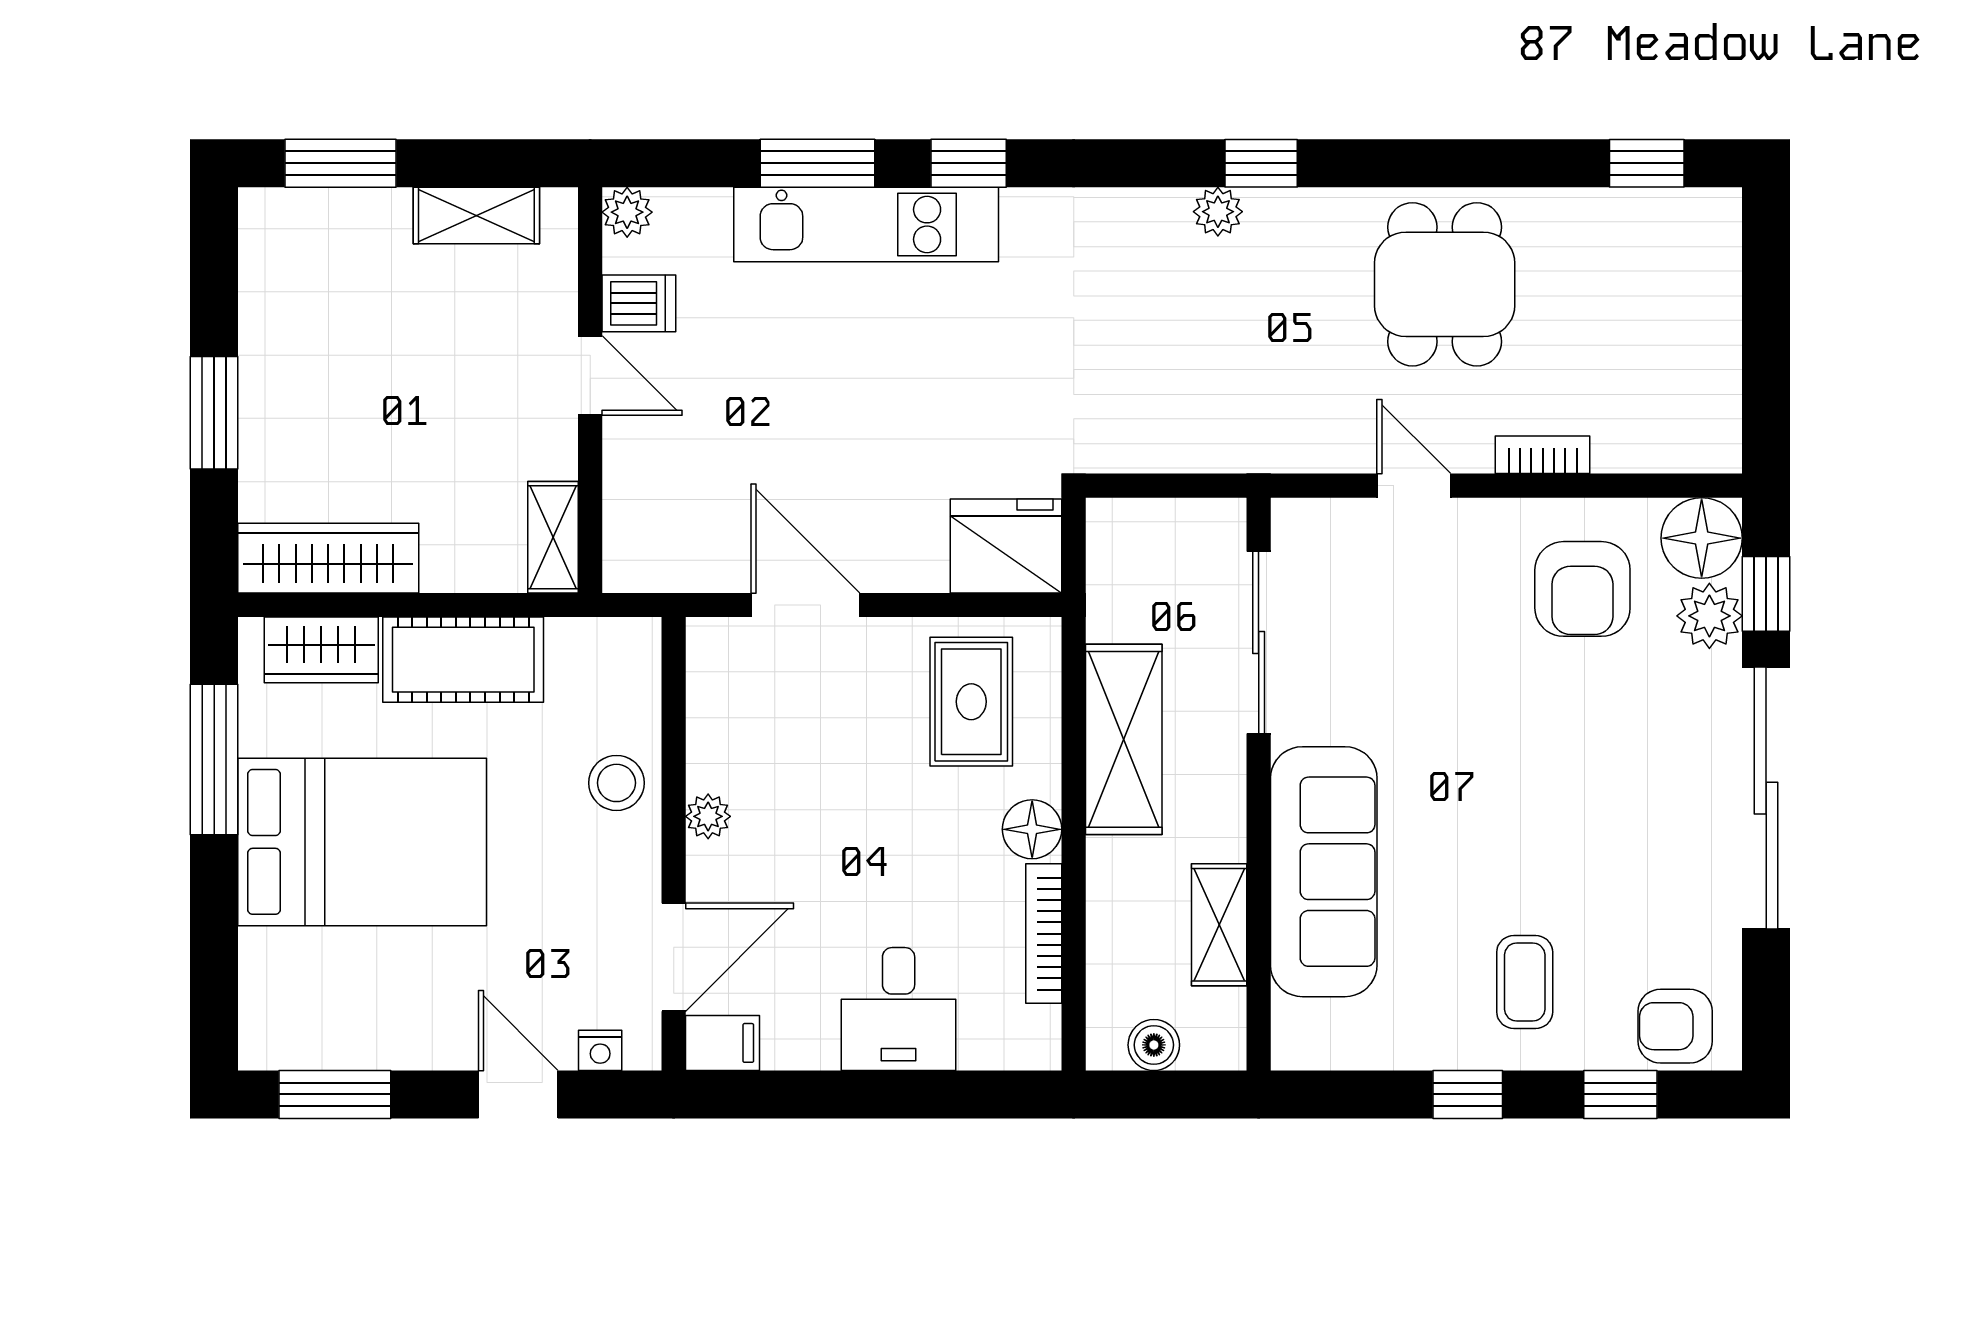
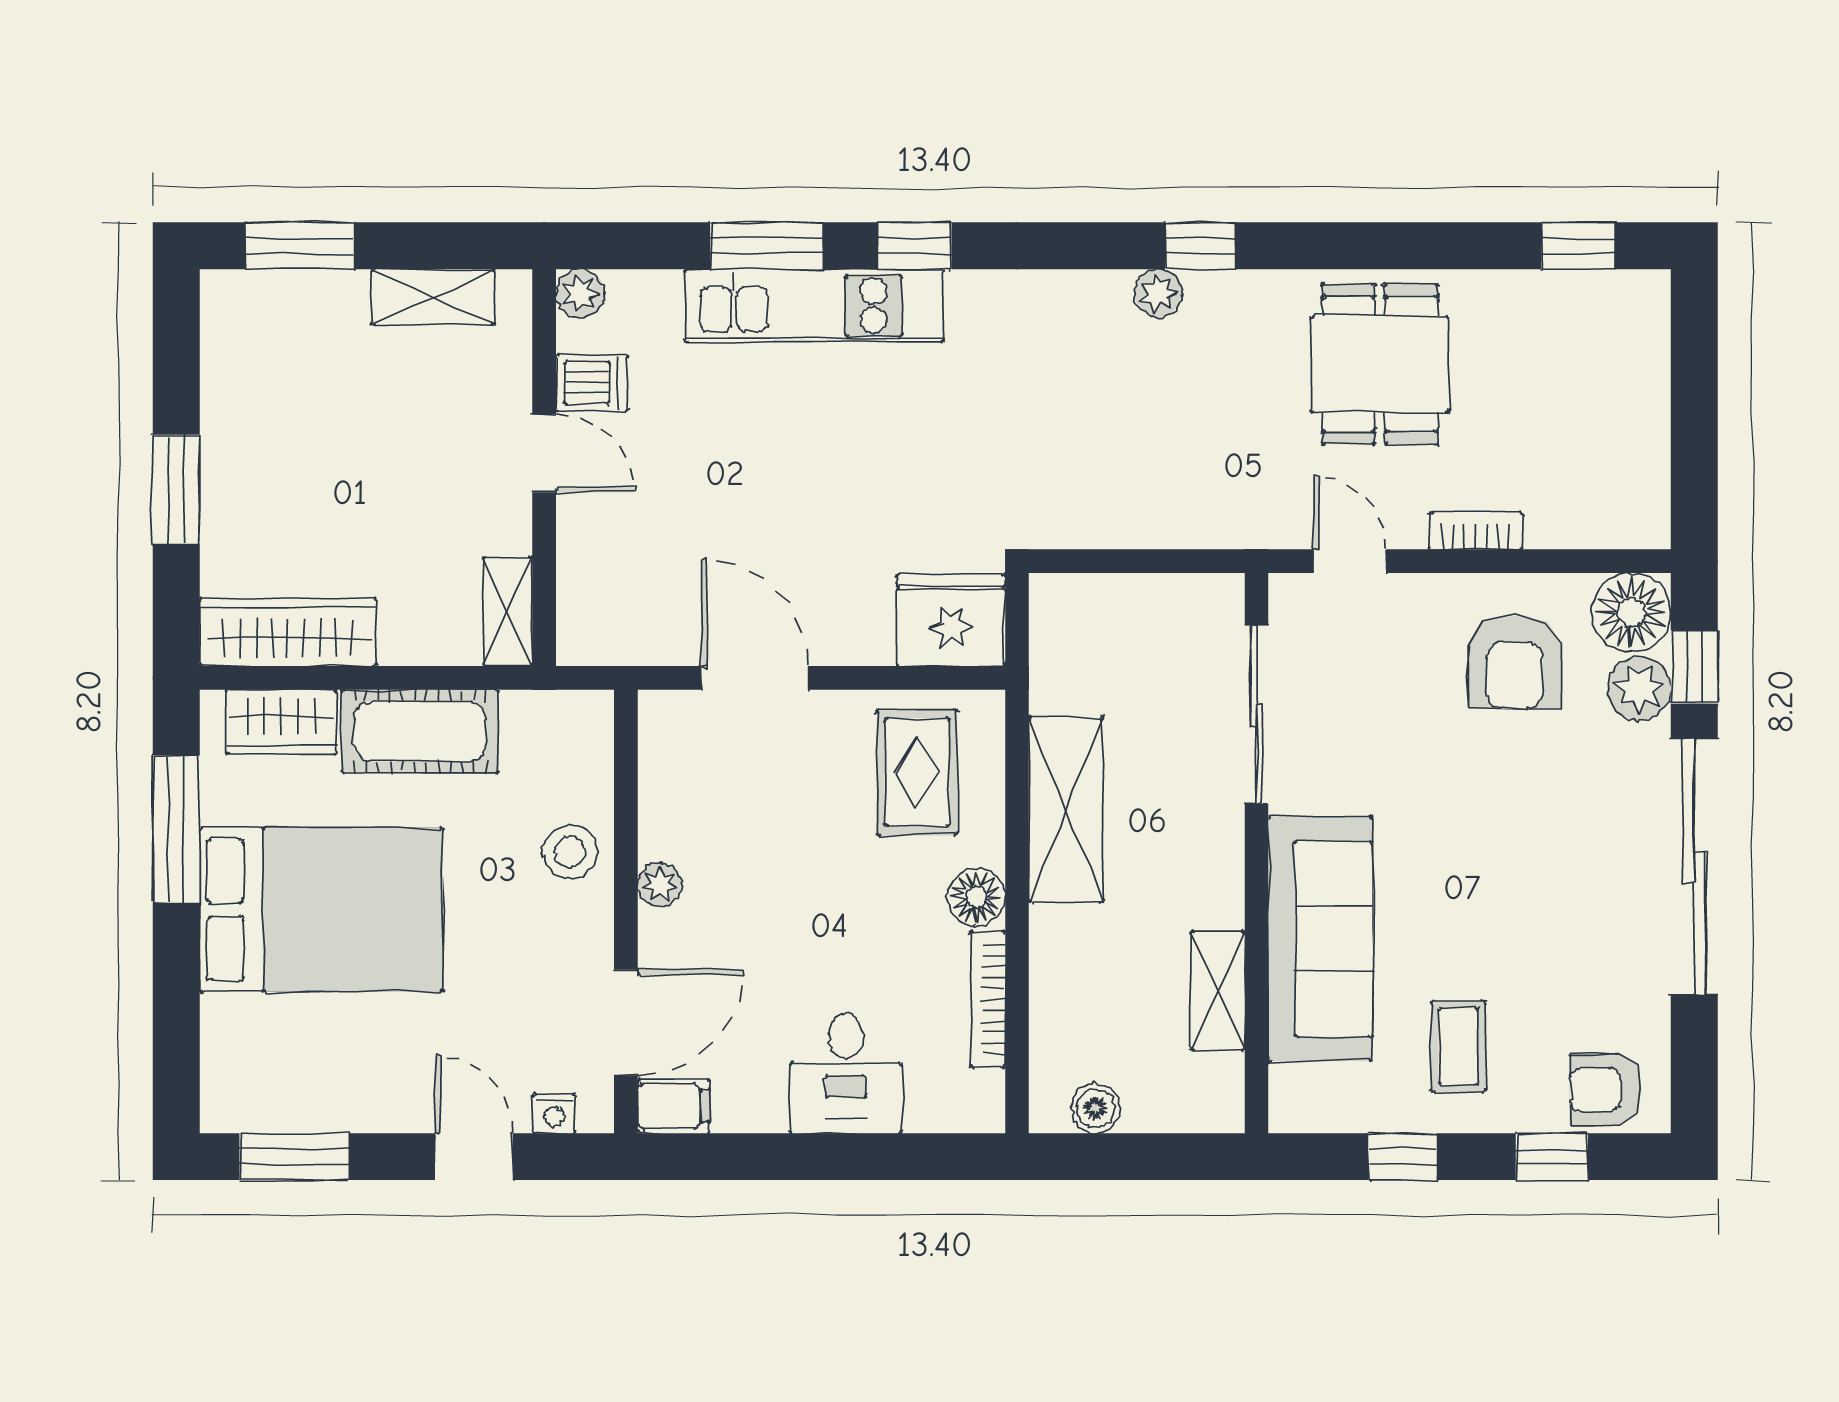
sliding door: (1259, 643) -> (1256, 715), moved
wall: (1259, 784) -> (1256, 853), moved
sofa: (1324, 872) -> (1320, 939), moved
shelving: (1219, 925) -> (1218, 991), moved

